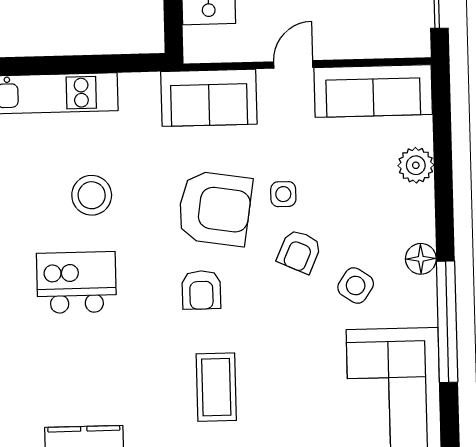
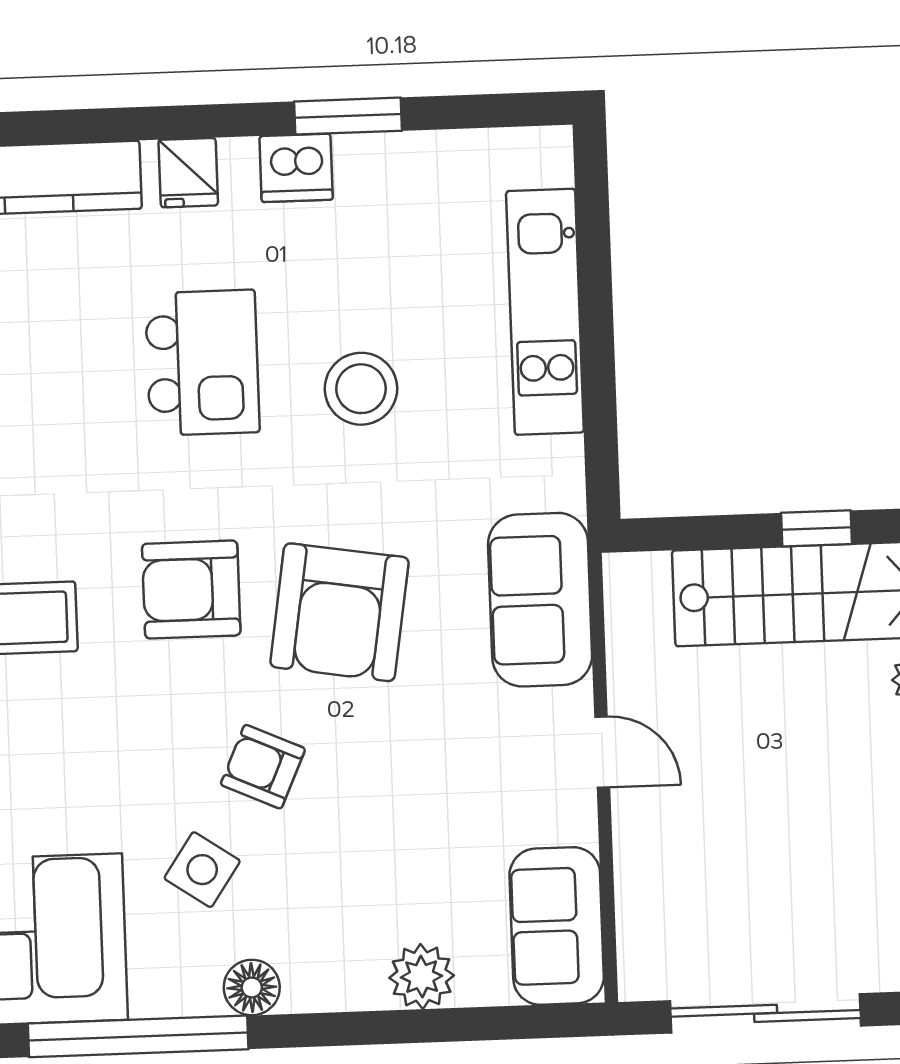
sofa: (373, 91) -> (557, 926), width x0.73
side table: (283, 194) -> (367, 737), removed
armchair: (201, 290) -> (191, 590), width x1.38, depth x1.38

